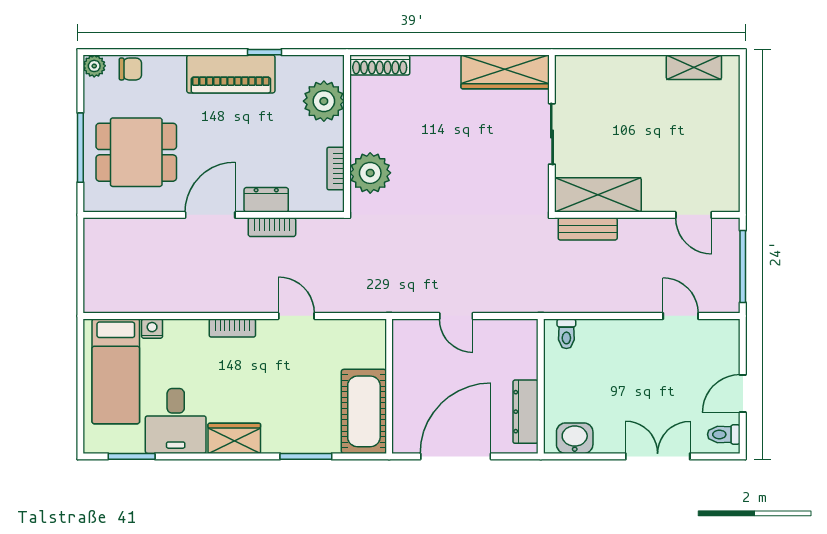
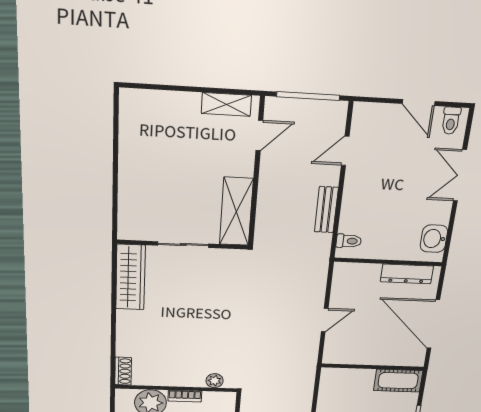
shoe rack: (380, 65) -> (123, 371), width x0.70
shelving: (694, 67) -> (226, 104), moved, turned 90
bookcase: (336, 169) -> (185, 396), moved
plant: (370, 173) -> (215, 381), width x0.53, depth x0.53
bench: (588, 229) -> (326, 210), moved
cot: (364, 411) -> (398, 381), width x0.73, depth x0.75

